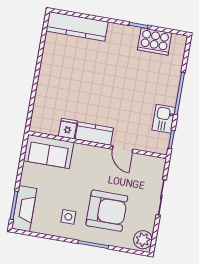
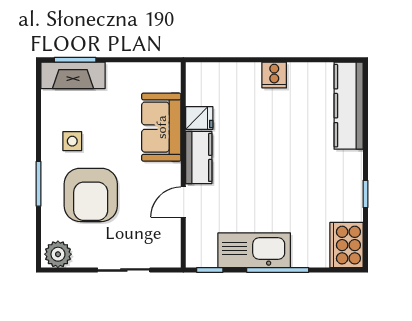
cooker: (155, 41) -> (346, 245), moved
cooker: (48, 73) -> (274, 75), added
kitchen sink: (164, 119) -> (254, 250), width x1.88, depth x1.24
sofa: (49, 152) -> (161, 127), moved

